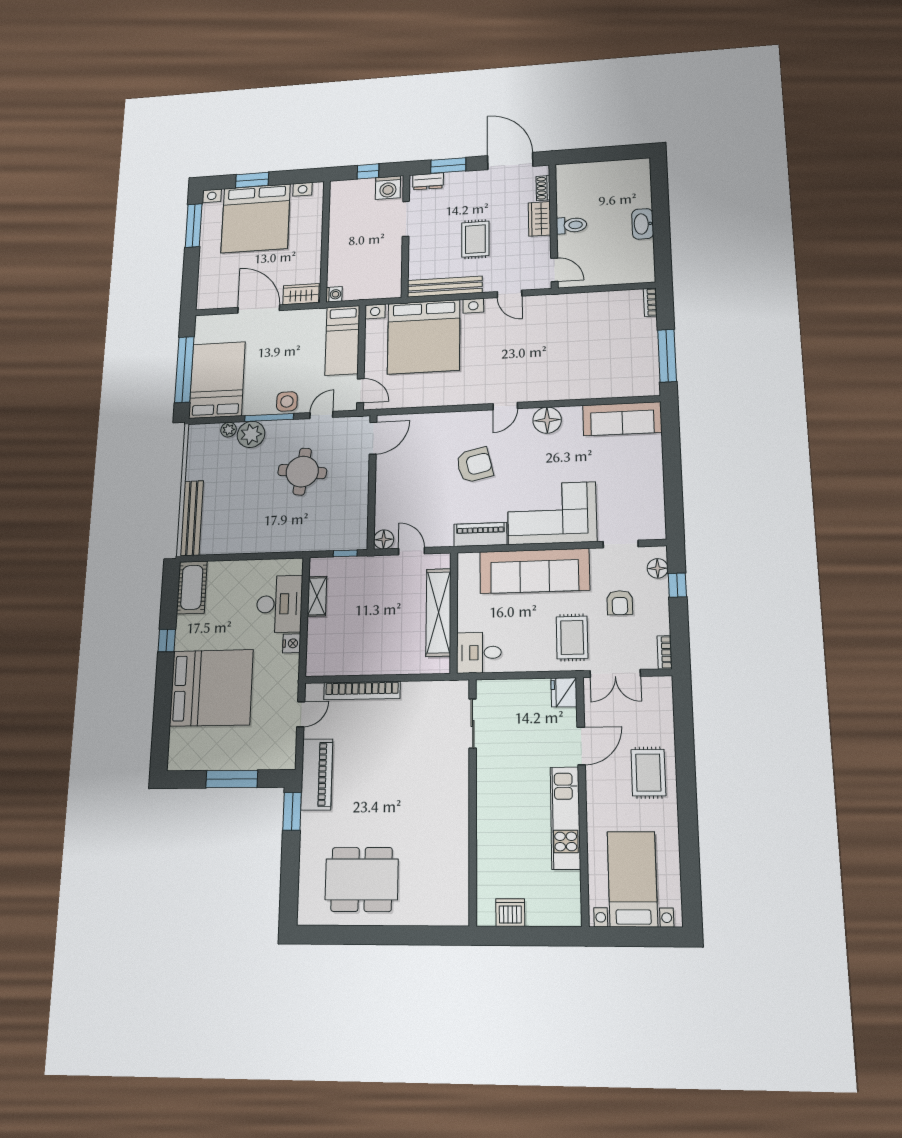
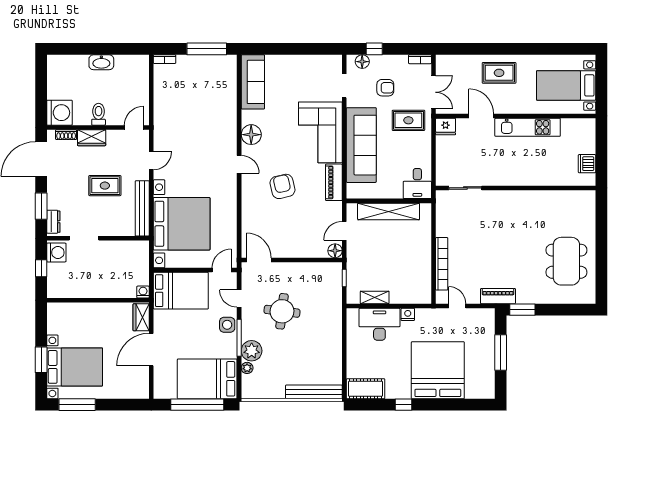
washing machine: (572, 178) -> (59, 113), added
bed with nightstands: (256, 218) -> (75, 367), width x0.73
bed: (342, 340) -> (181, 291), width x1.50
piano: (317, 774) -> (498, 296), width x0.73, depth x0.75

